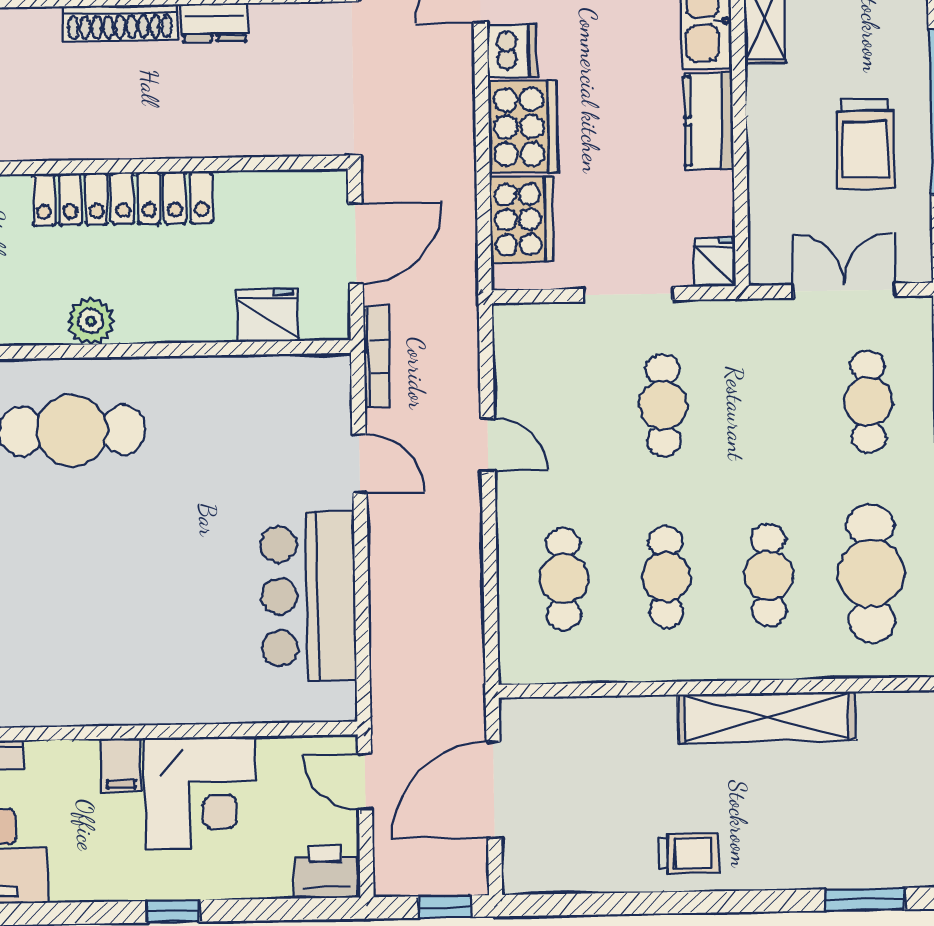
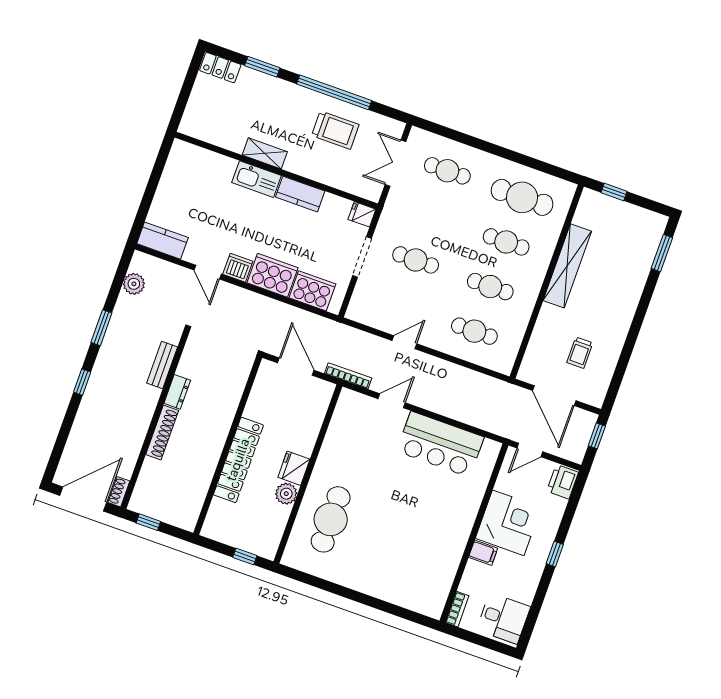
fridge: (268, 315) -> (294, 468), moved
trolley: (689, 854) -> (580, 353), moved, turned 180

